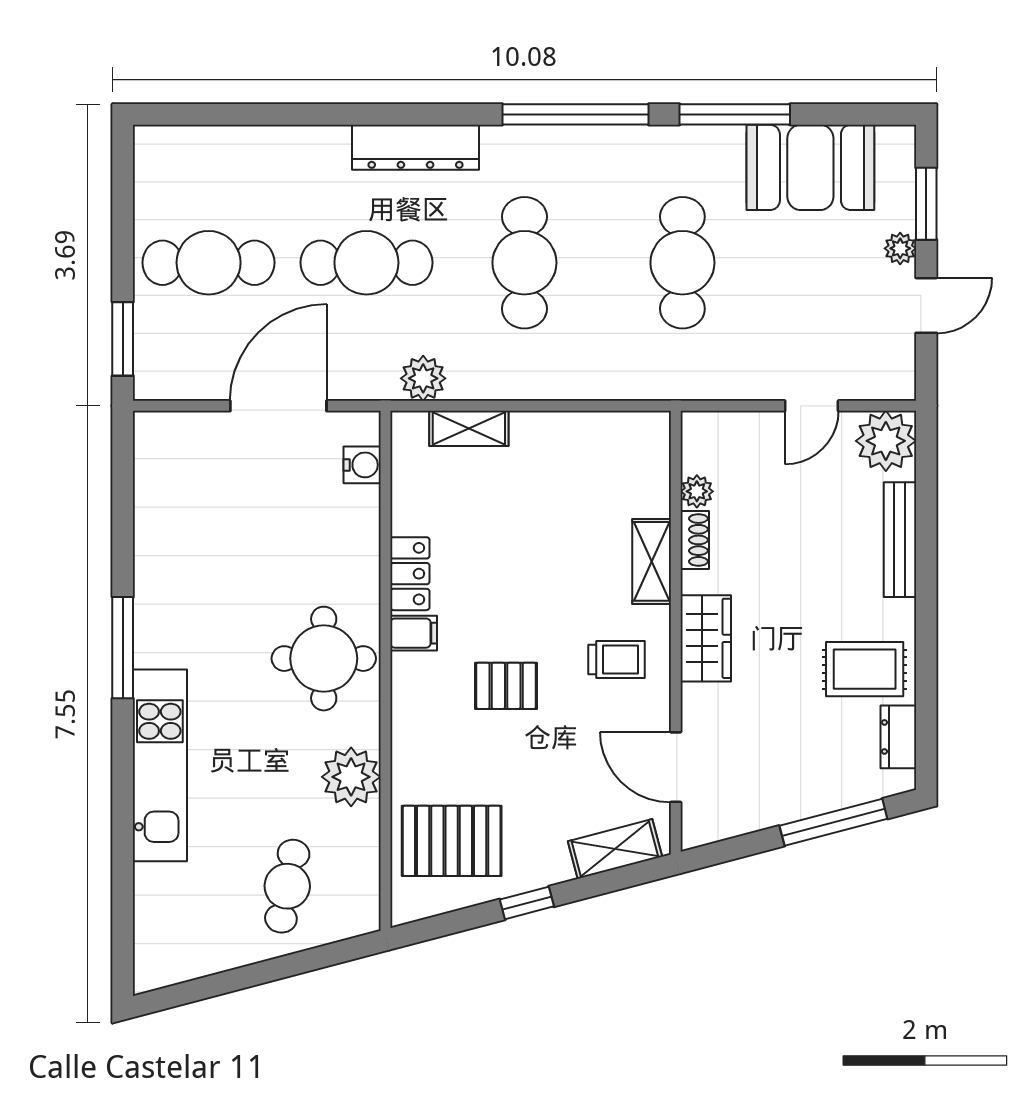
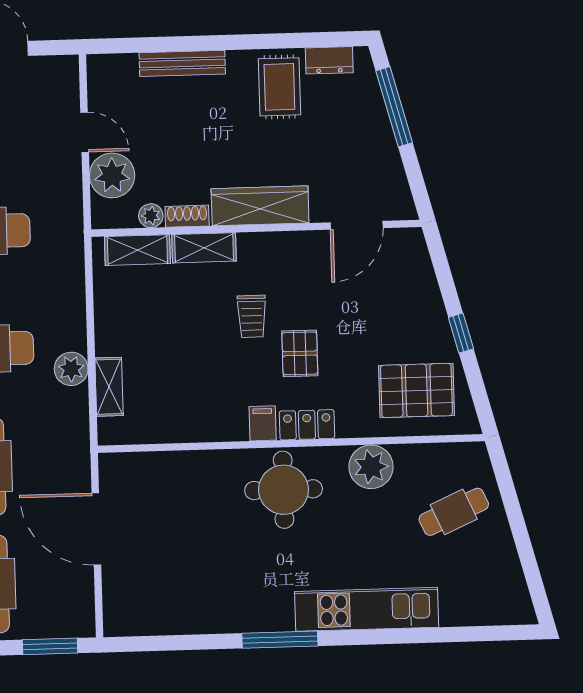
plant: (423, 378) -> (71, 369), moved
plant: (886, 441) -> (112, 175), moved
water cooler: (362, 465) -> (139, 465), removed
locker: (410, 574) -> (307, 425), moved
wardrobe: (706, 638) -> (260, 206), width x1.50
trolley: (617, 659) -> (252, 316), moved, turned 180
pallet: (452, 841) -> (416, 390), turned 90
shelving: (615, 849) -> (137, 250), moved, turned -75
cafe table: (287, 886) -> (454, 512), turned -35

